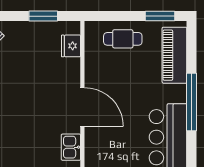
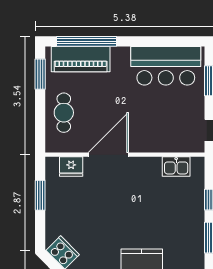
window: (192, 102) -> (86, 41), moved
door: (82, 107) -> (108, 155), moved

